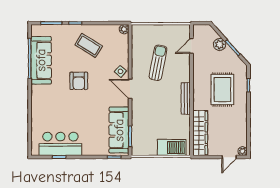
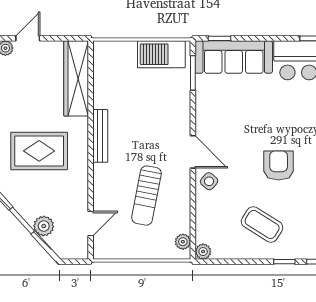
plant: (136, 35) -> (183, 242), added
rug: (222, 90) -> (39, 151), turned 90
sofa: (119, 130) -> (234, 57), moved, turned 90
barbecue: (172, 147) -> (161, 54), moved

